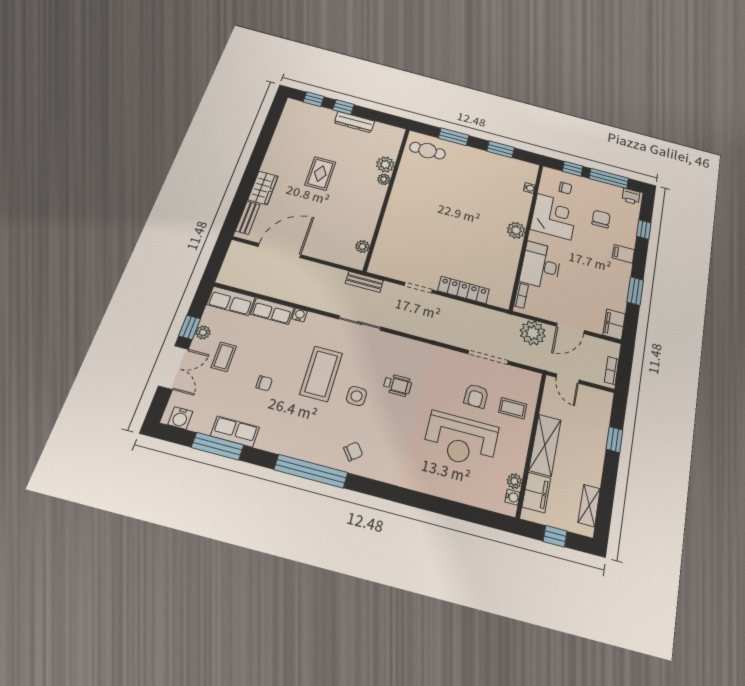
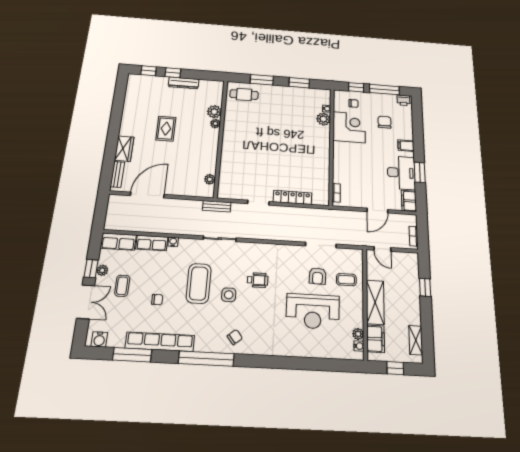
plant: (516, 230) -> (323, 119), moved
window: (644, 230) -> (418, 124), removed
desk: (541, 265) -> (401, 173), moved, turned 180
plant: (533, 333) -> (350, 220), removed
row of seats: (235, 432) -> (160, 342), width x2.02

